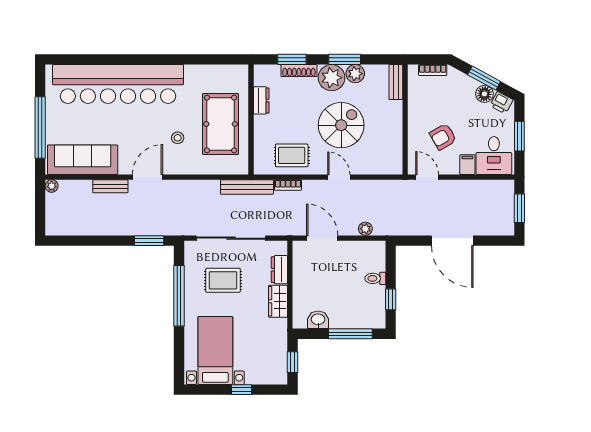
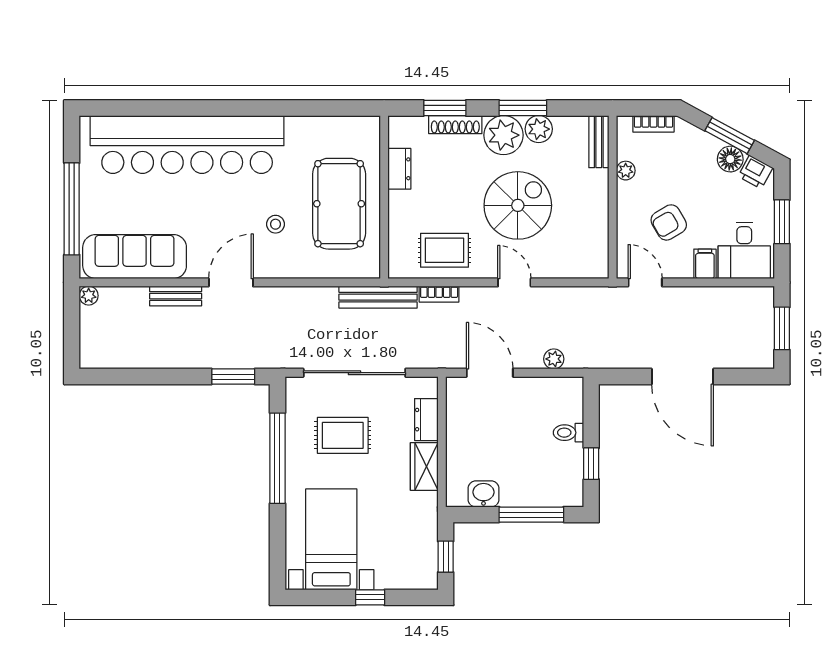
plant: (414, 102) -> (626, 171), added

